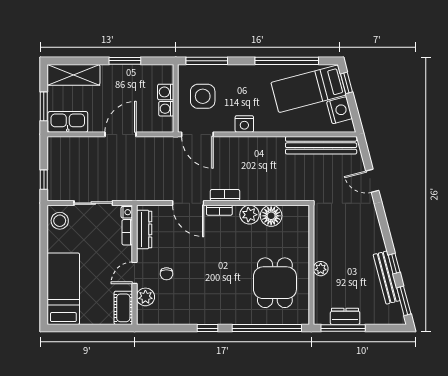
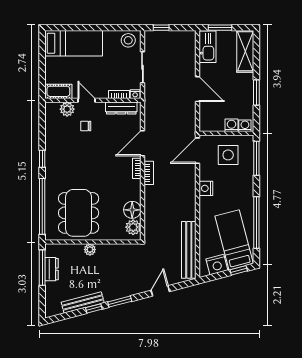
washing machine: (166, 109) -> (245, 126), moved
plant: (250, 215) -> (133, 227), moved
dining table: (275, 283) -> (79, 213), width x1.38
window: (404, 301) -> (120, 302), moved

